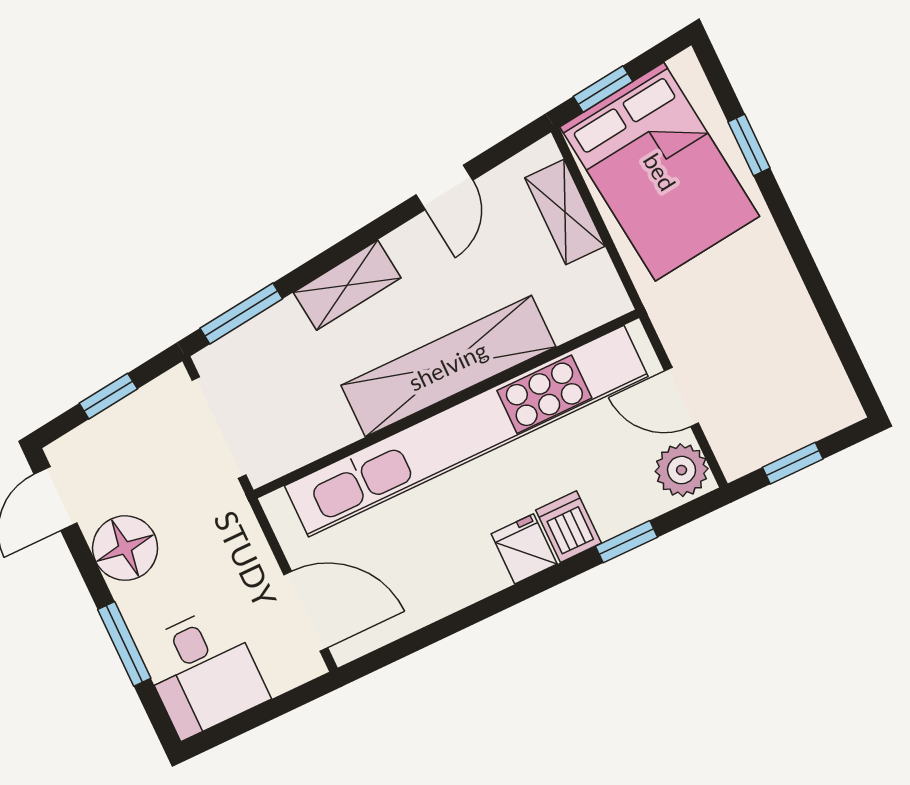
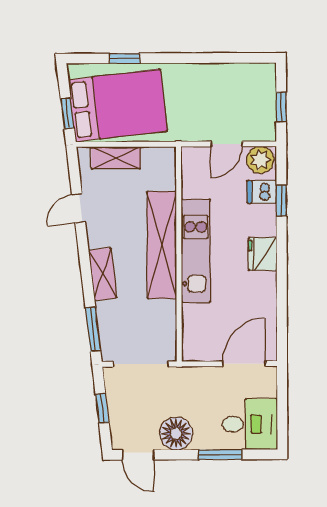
door: (444, 187) -> (79, 208), swing flipped
kitchen unit: (466, 431) -> (196, 251), width x0.54
dishwasher: (569, 527) -> (262, 192), moved
fridge: (524, 549) -> (263, 254), width x1.38

